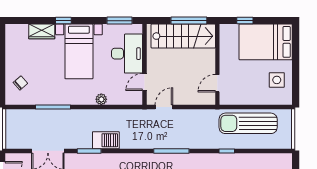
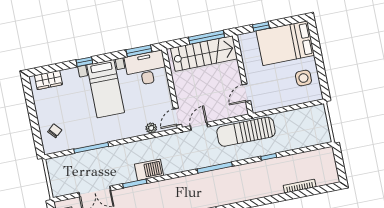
wardrobe: (42, 31) -> (48, 80), moved
desk: (127, 54) -> (146, 68), moved, turned -90
door: (145, 82) -> (178, 117), moved
plant: (101, 99) -> (151, 128), moved
sun lounger: (248, 123) -> (246, 132), moved

